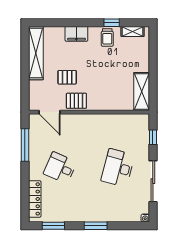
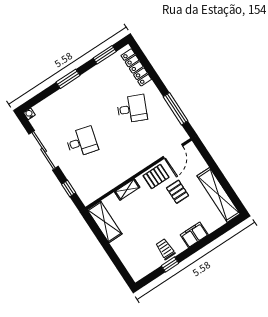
shelving: (133, 31) -> (127, 190), moved
pallet: (67, 77) -> (178, 192), turned 90
door: (50, 112) -> (173, 151), swing flipped
desk: (118, 168) -> (82, 142), width x0.73

